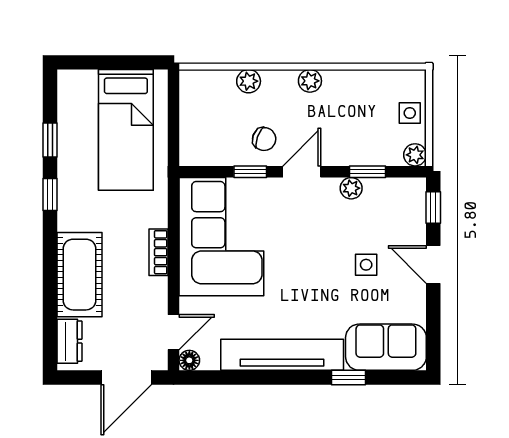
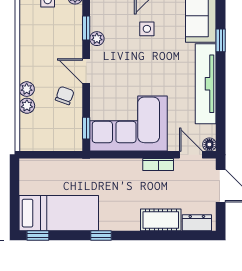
plant: (310, 81) -> (27, 89), moved
bed: (126, 130) -> (59, 213), moved
window: (50, 140) -> (38, 236), moved
window: (250, 172) -> (86, 128), moved
bookcase: (158, 252) -> (158, 165), moved
cot: (80, 275) -> (161, 220), width x0.73, depth x0.75

